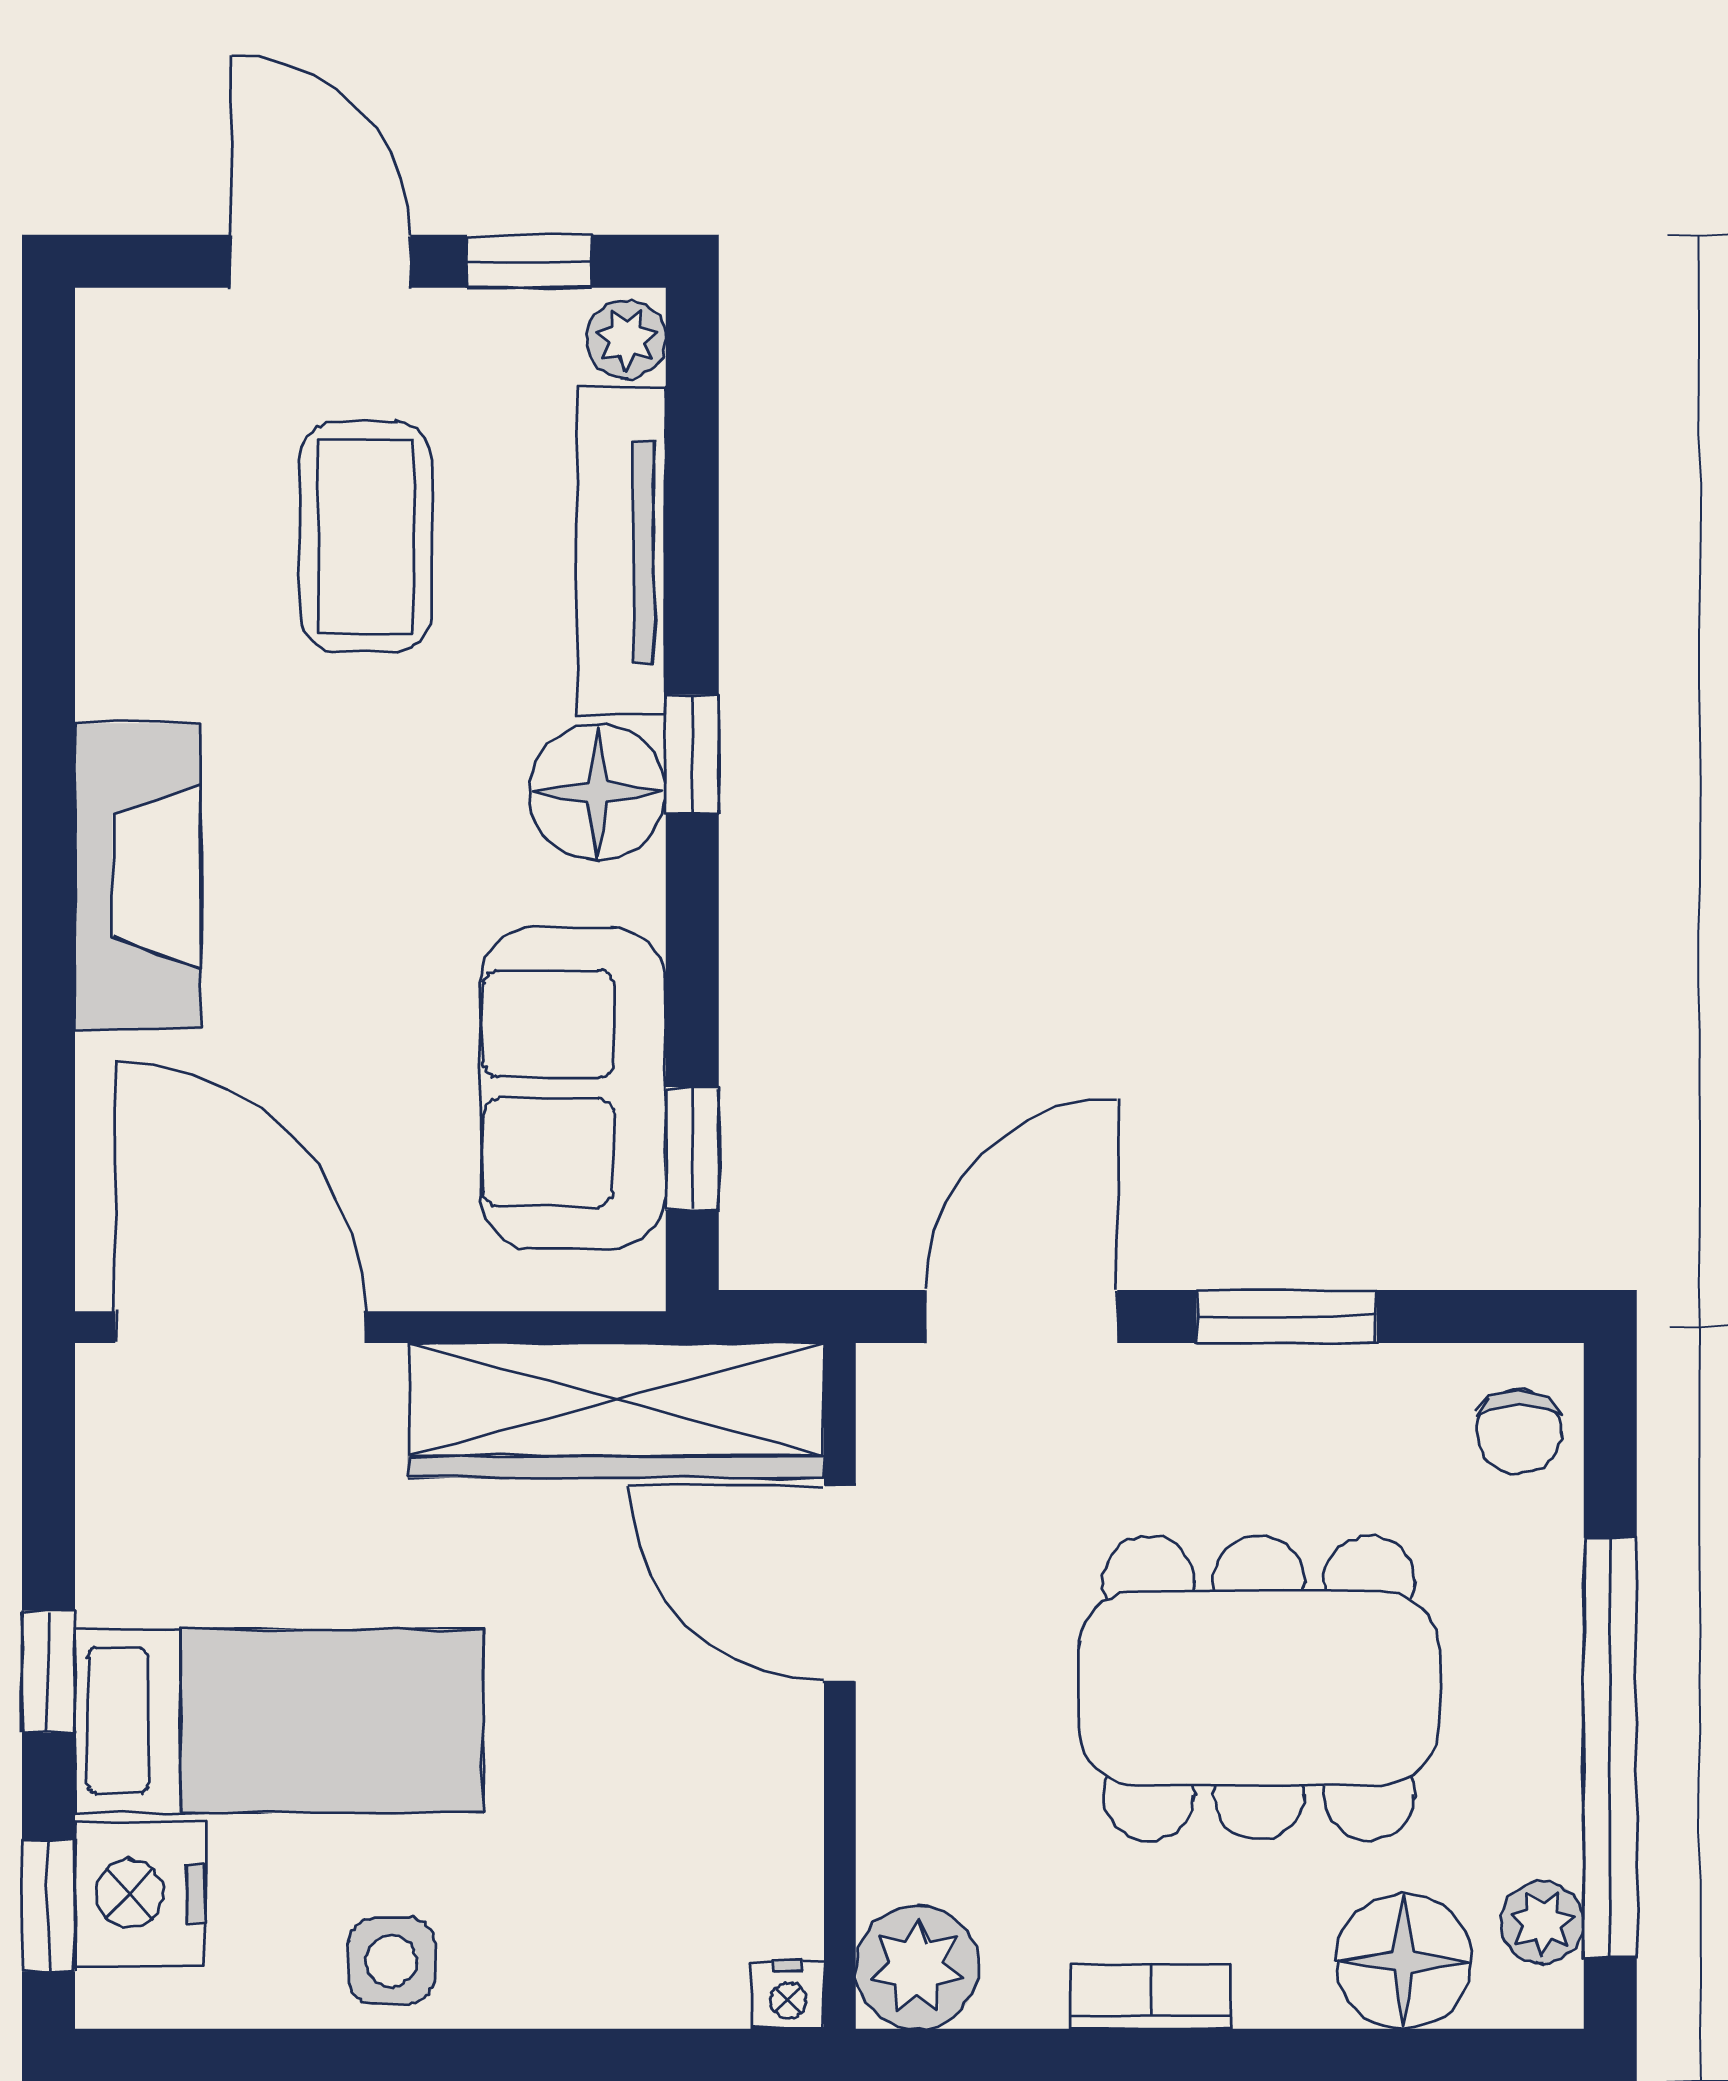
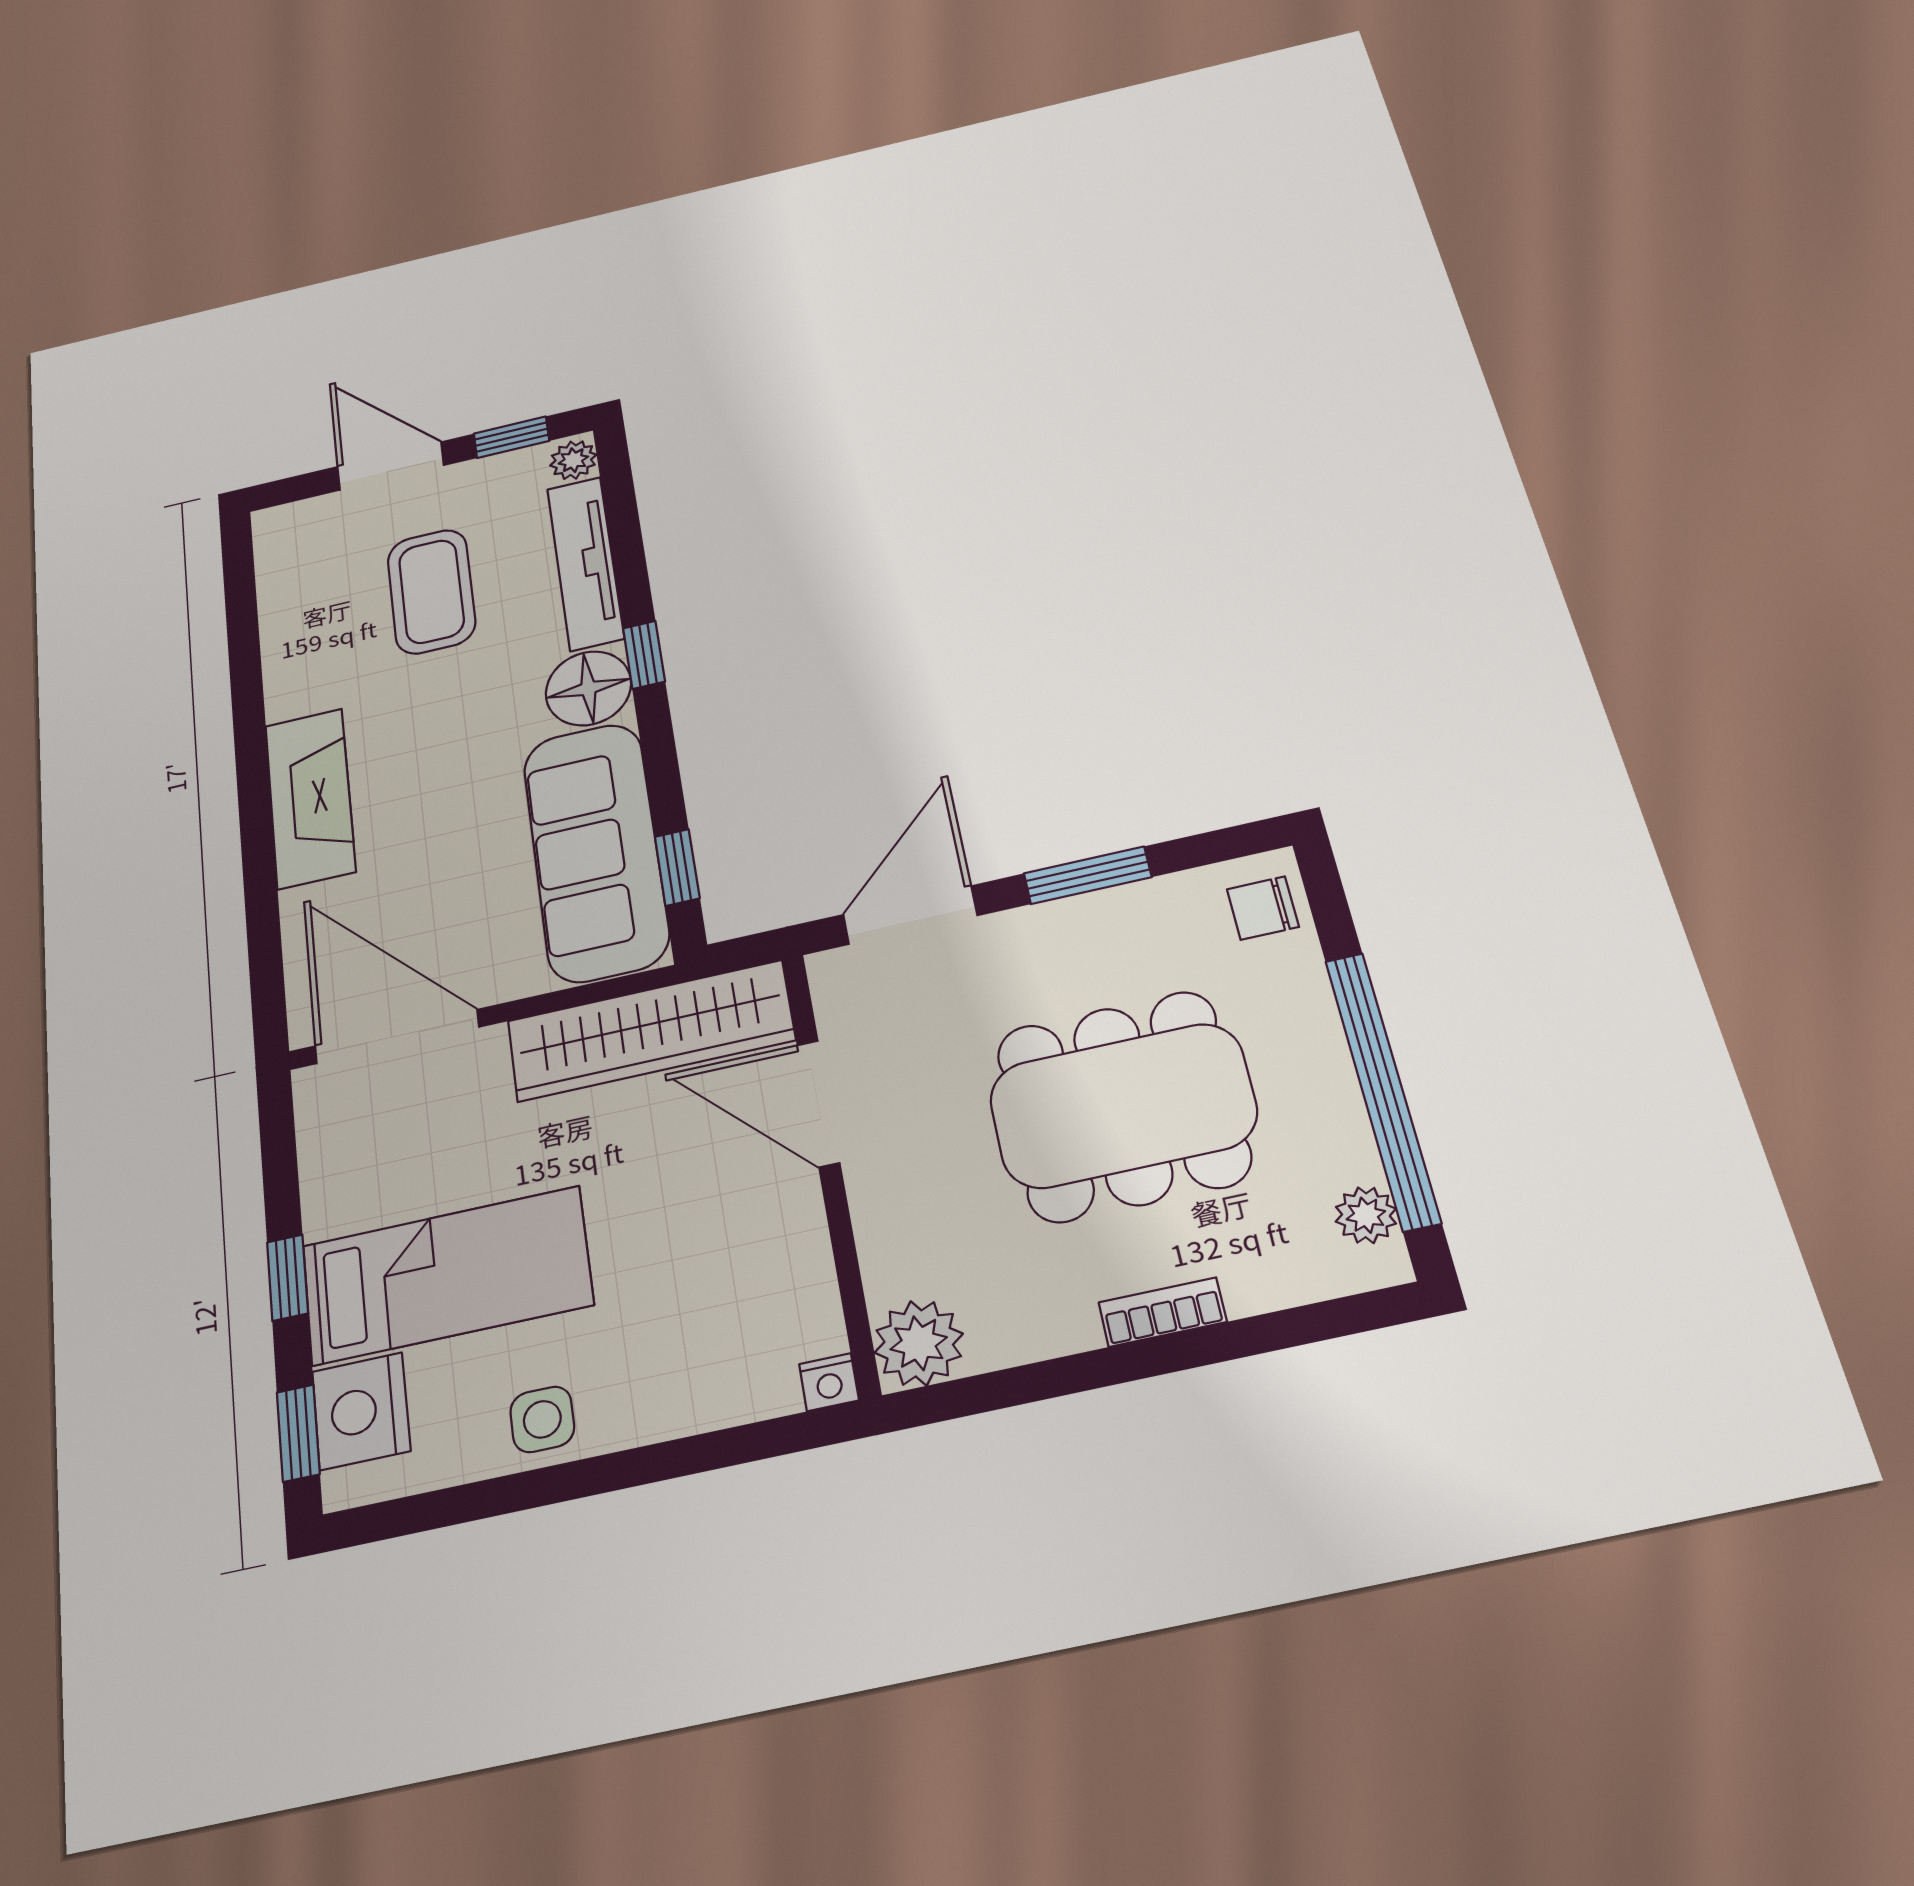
sofa: (573, 1088) -> (595, 851), width x1.36
chair: (1519, 1432) -> (1263, 908), turned 90
floor lamp: (1404, 1961) -> (1271, 1263), removed
bookcase: (1151, 1997) -> (1163, 1312), moved

